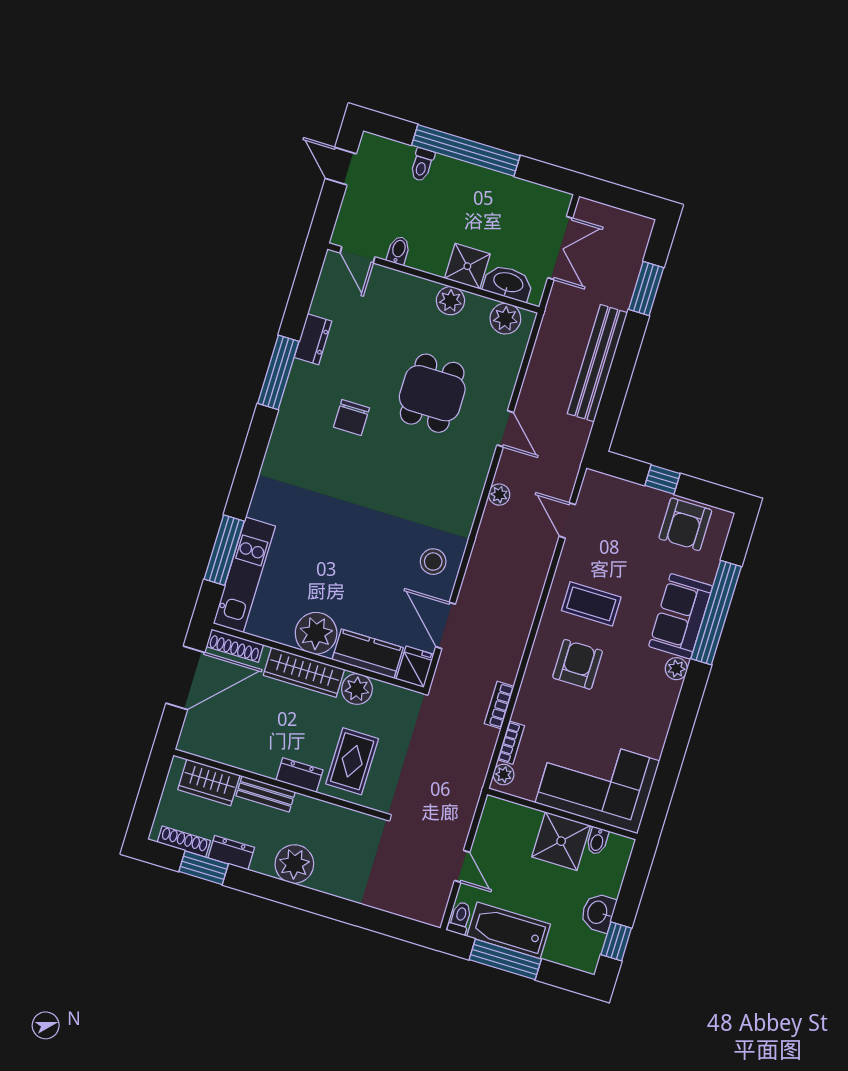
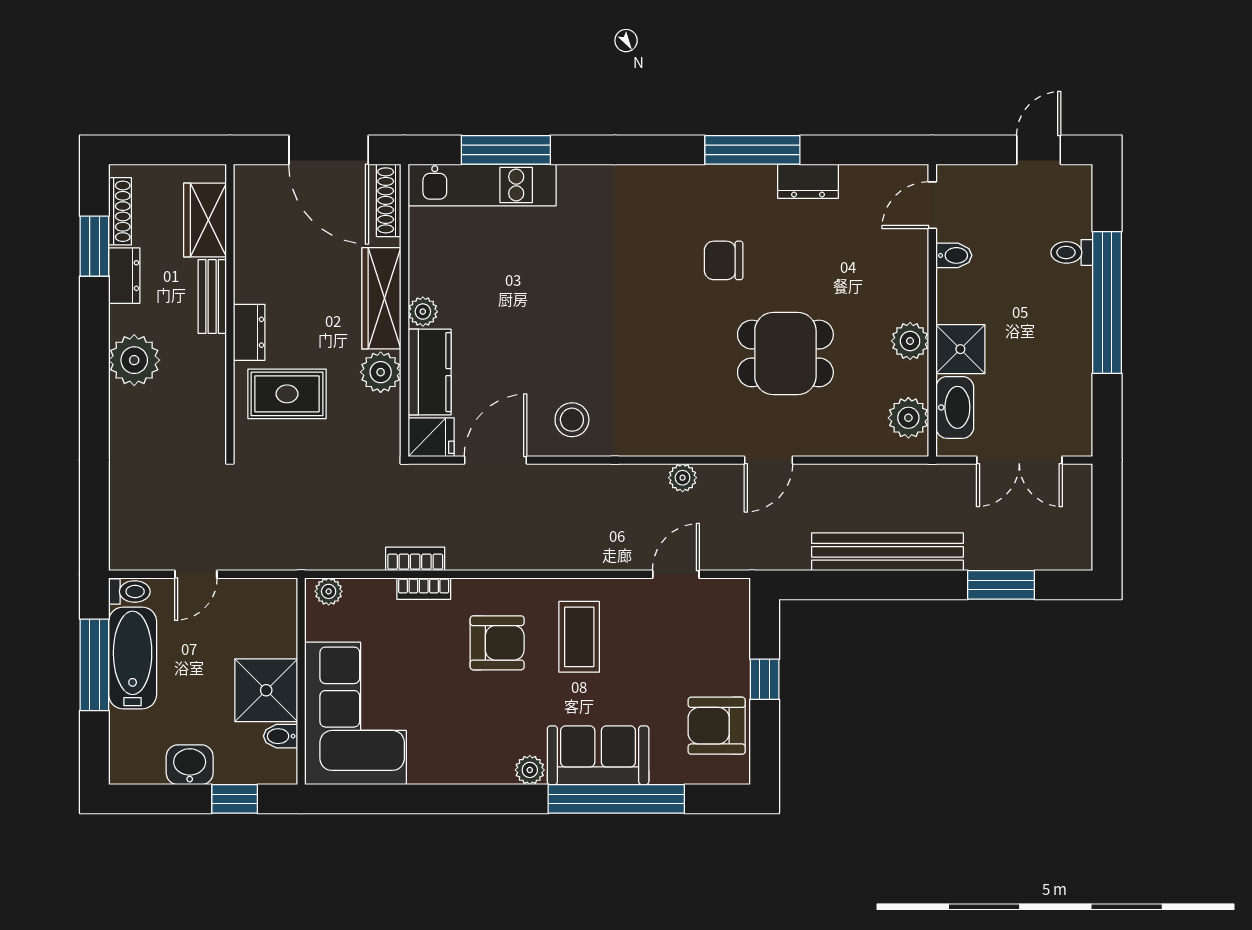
plant: (316, 633) -> (423, 312), width x0.53, depth x0.53
bookcase: (511, 743) -> (424, 589), moved
window: (616, 941) -> (235, 799), moved

